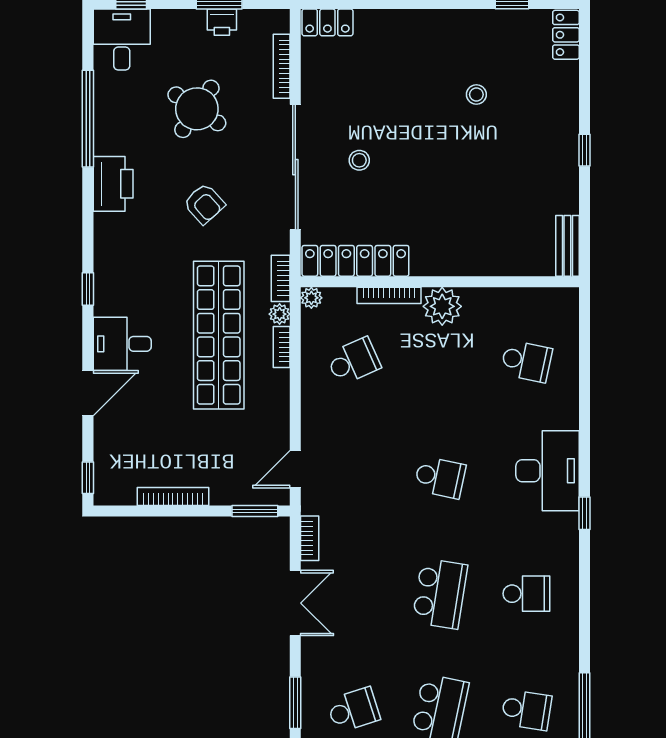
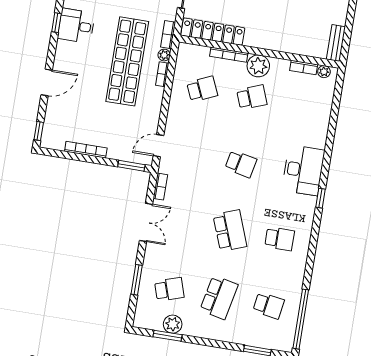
bookcase: (520, 296) -> (304, 67), added
plant: (311, 298) -> (324, 72), moved
desk: (122, 344) -> (76, 26), moved
school desk: (526, 361) -> (252, 97), moved, turned -33
school desk: (440, 594) -> (230, 231), turned -30

